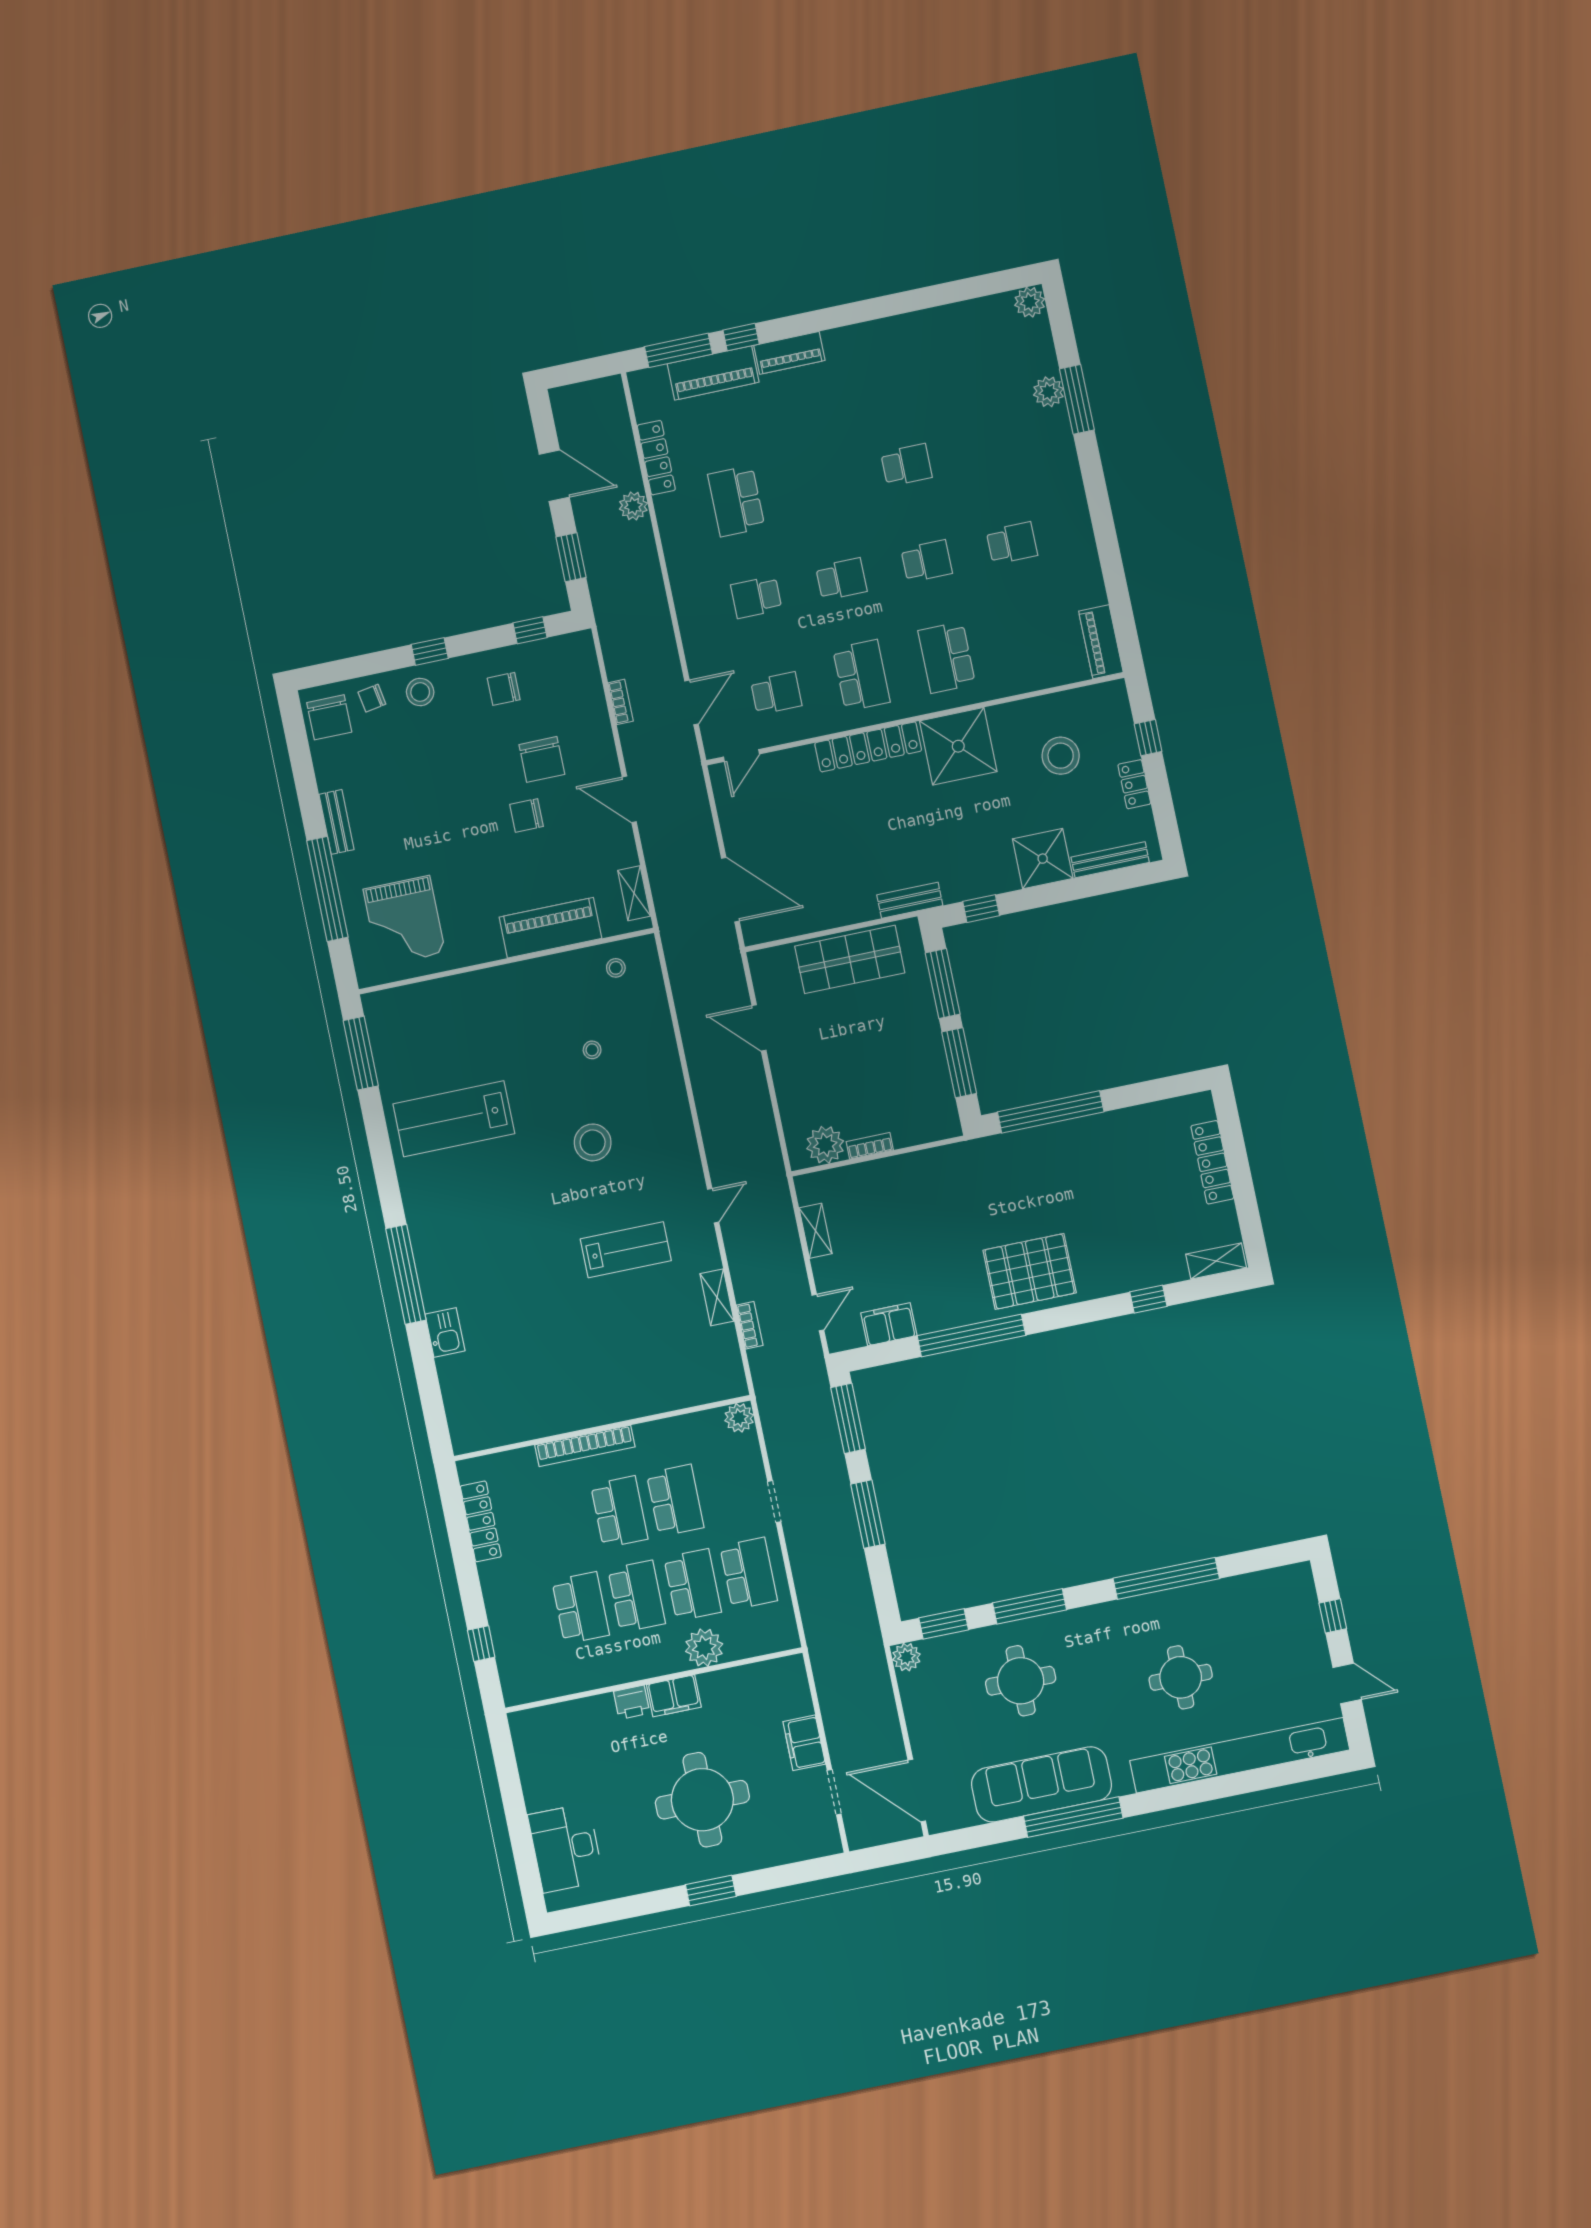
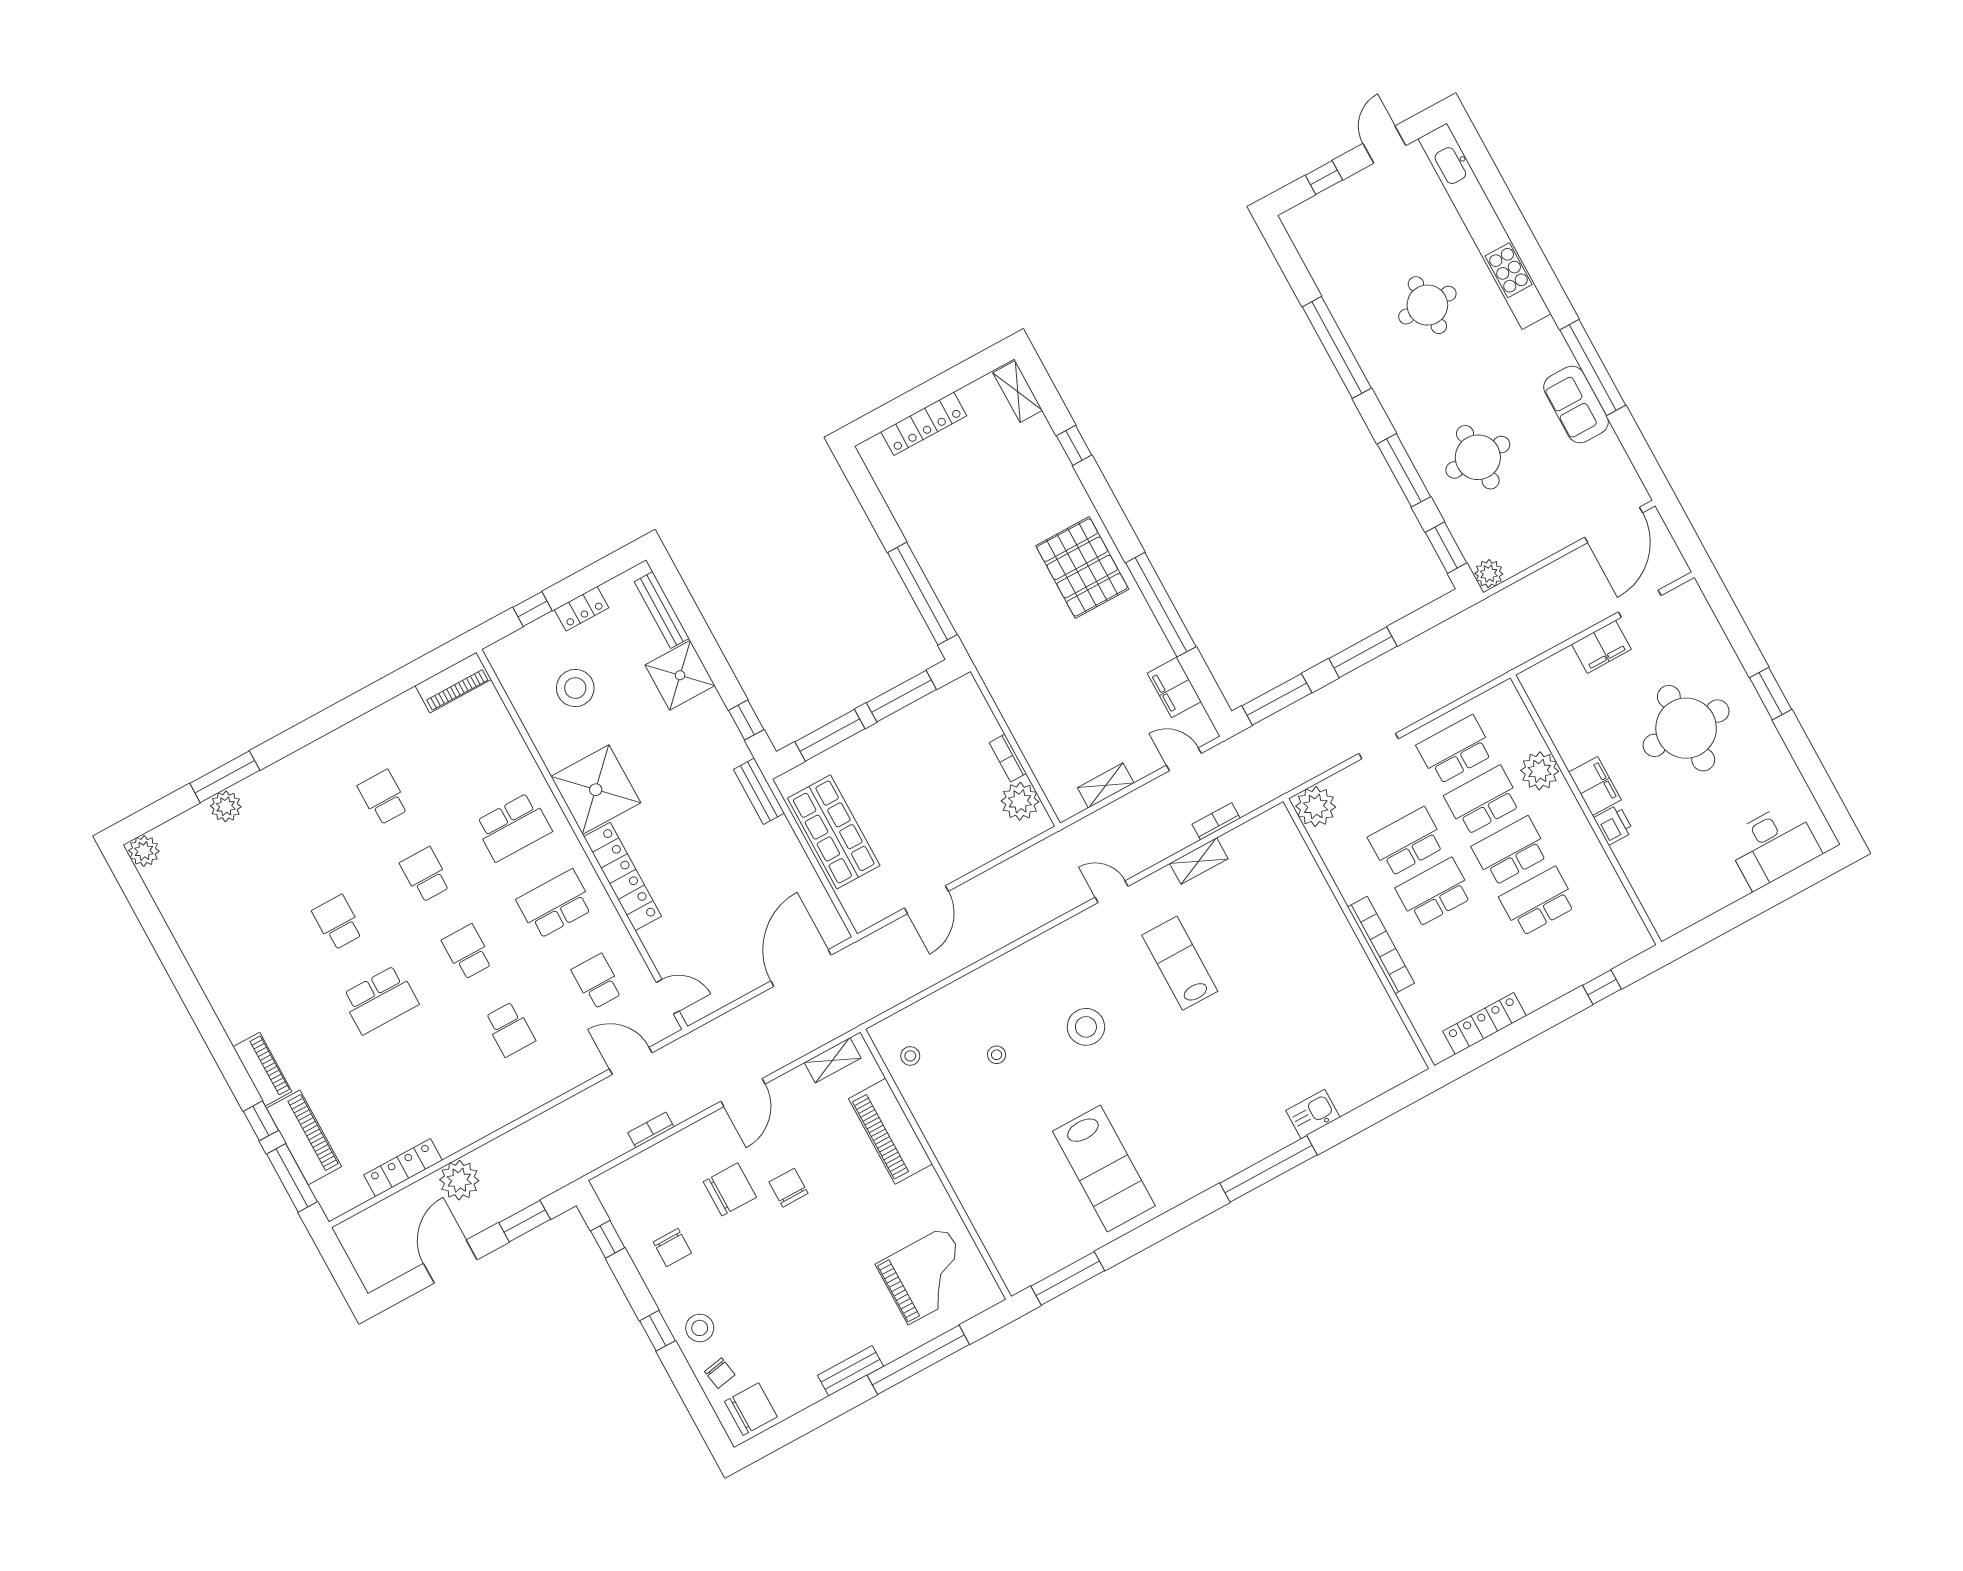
school desk: (736, 501) -> (380, 1000), moved
plant: (633, 506) -> (459, 1180), width x1.36, depth x1.36
chair: (527, 815) -> (789, 1188), turned 180
plant: (739, 1418) -> (1316, 807), width x1.36, depth x1.36
sofa: (1041, 1784) -> (1576, 404), width x0.54, depth x0.79

